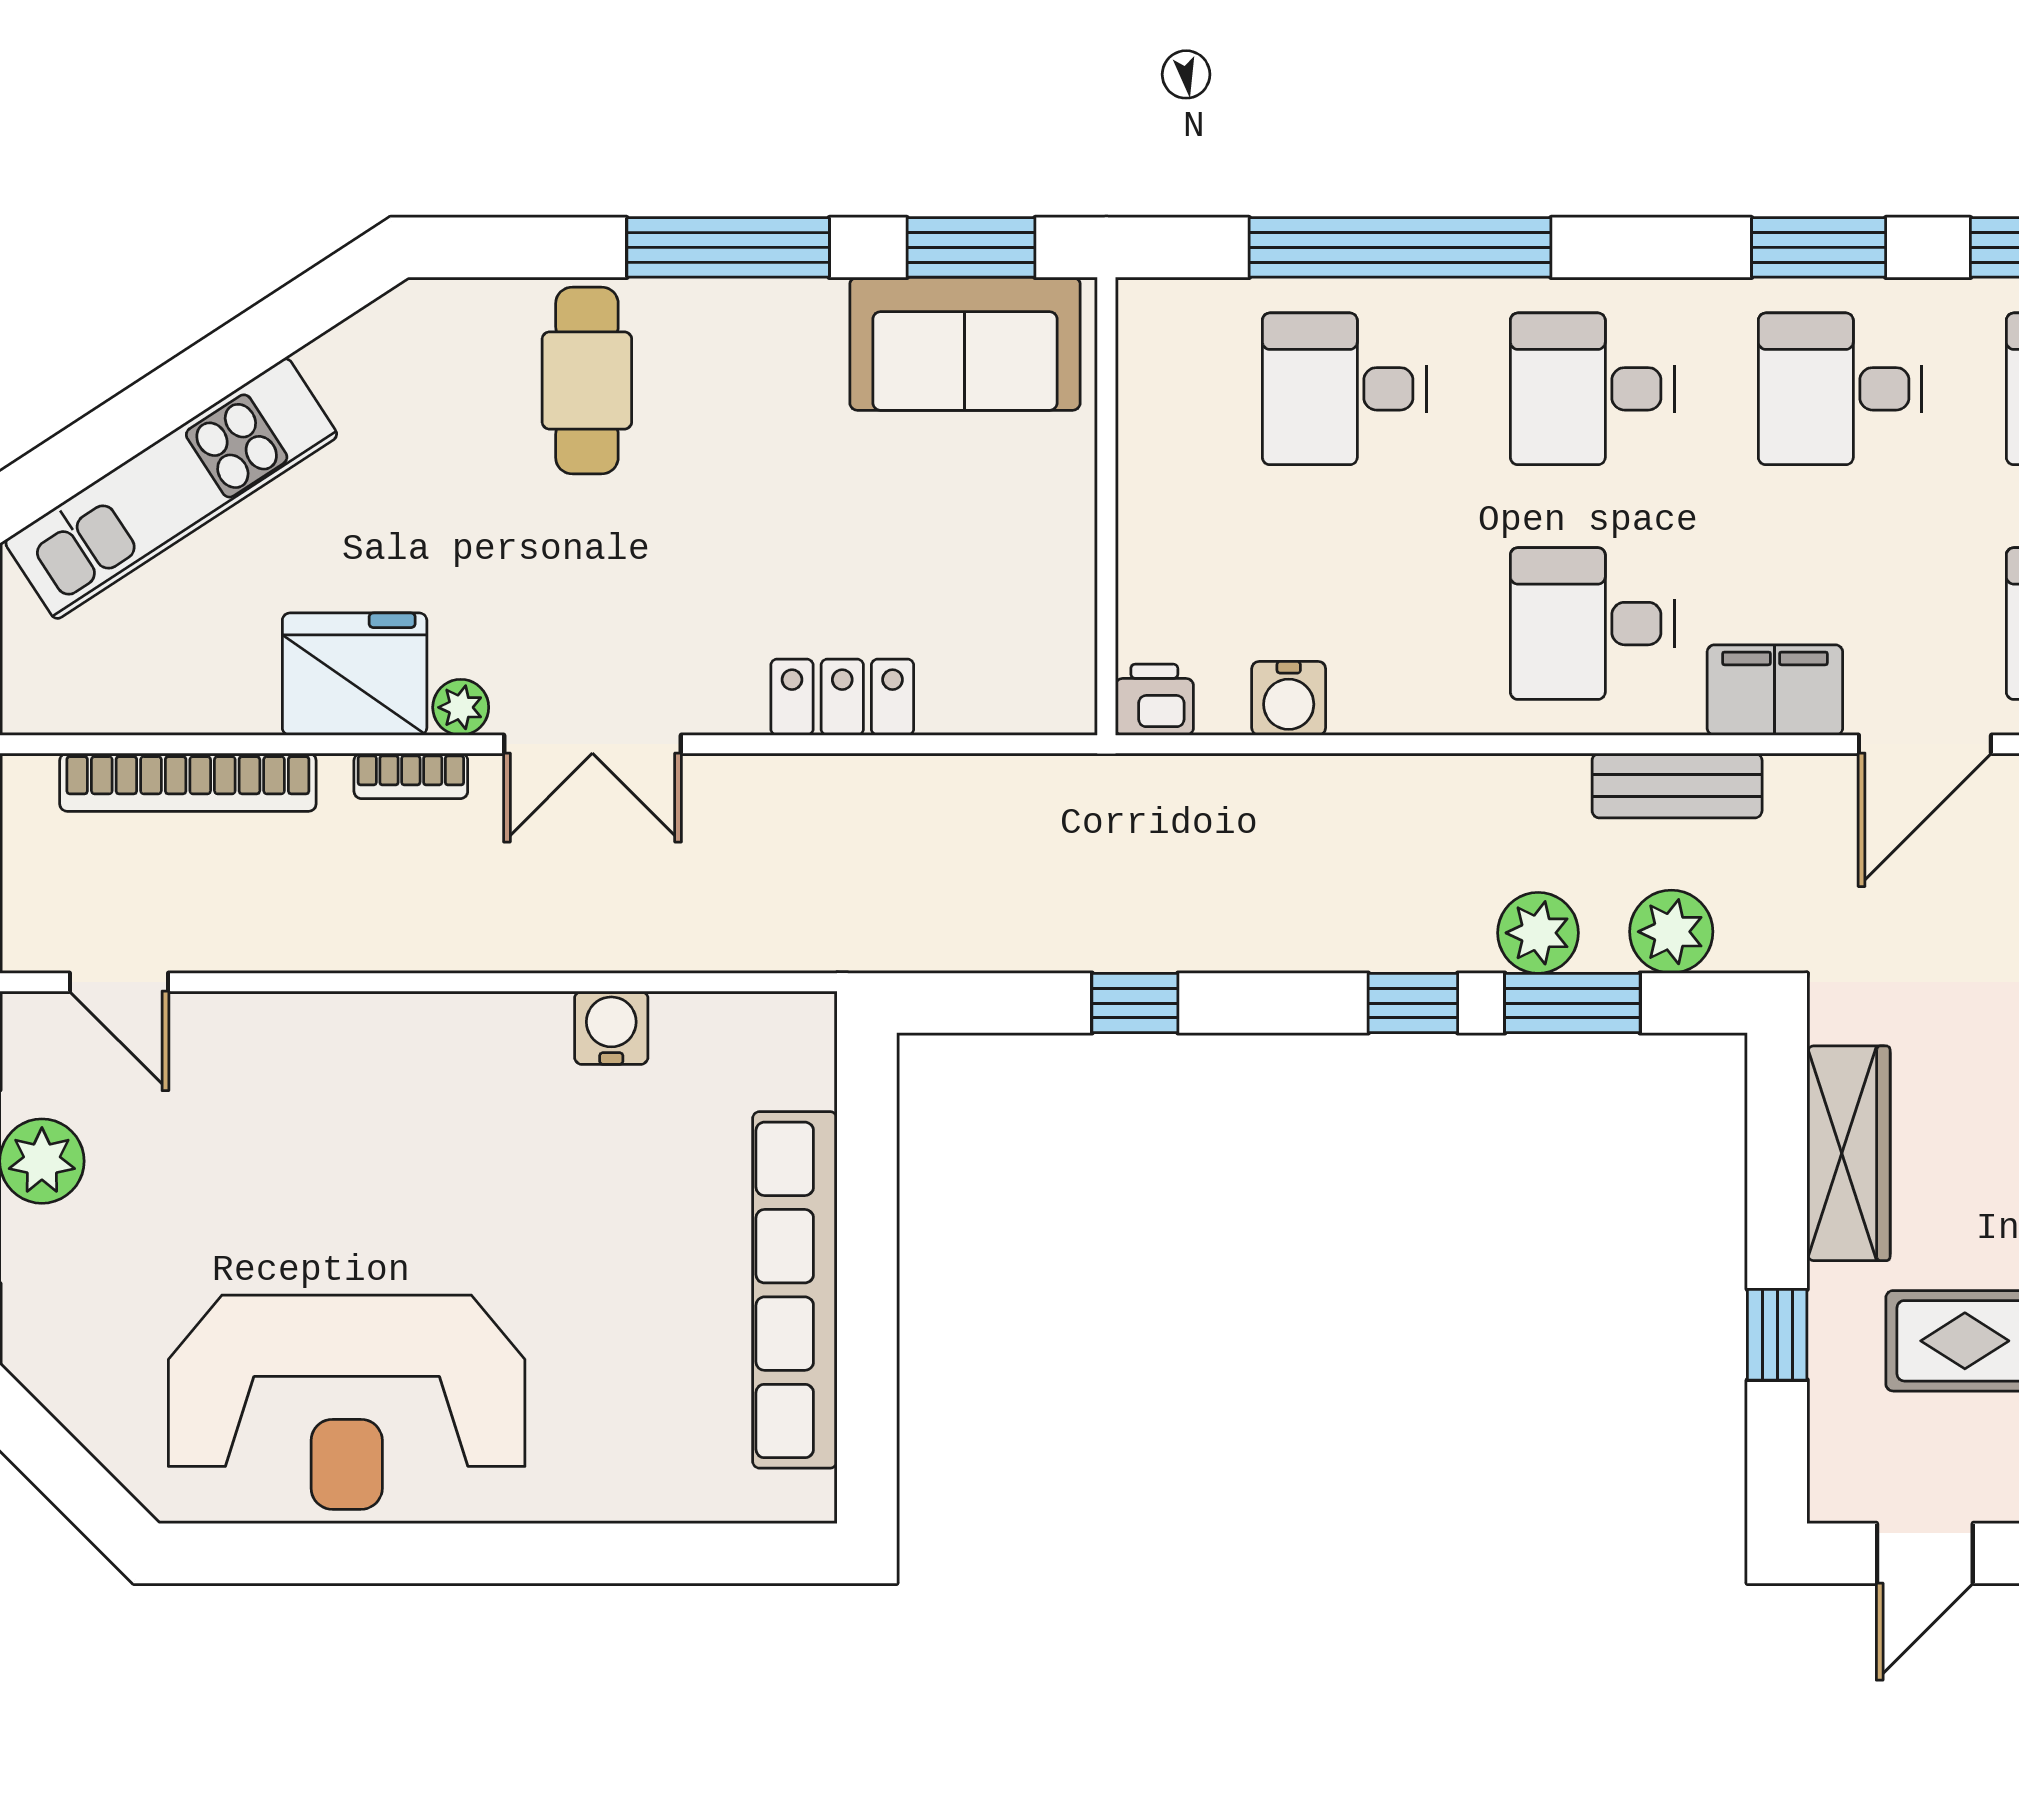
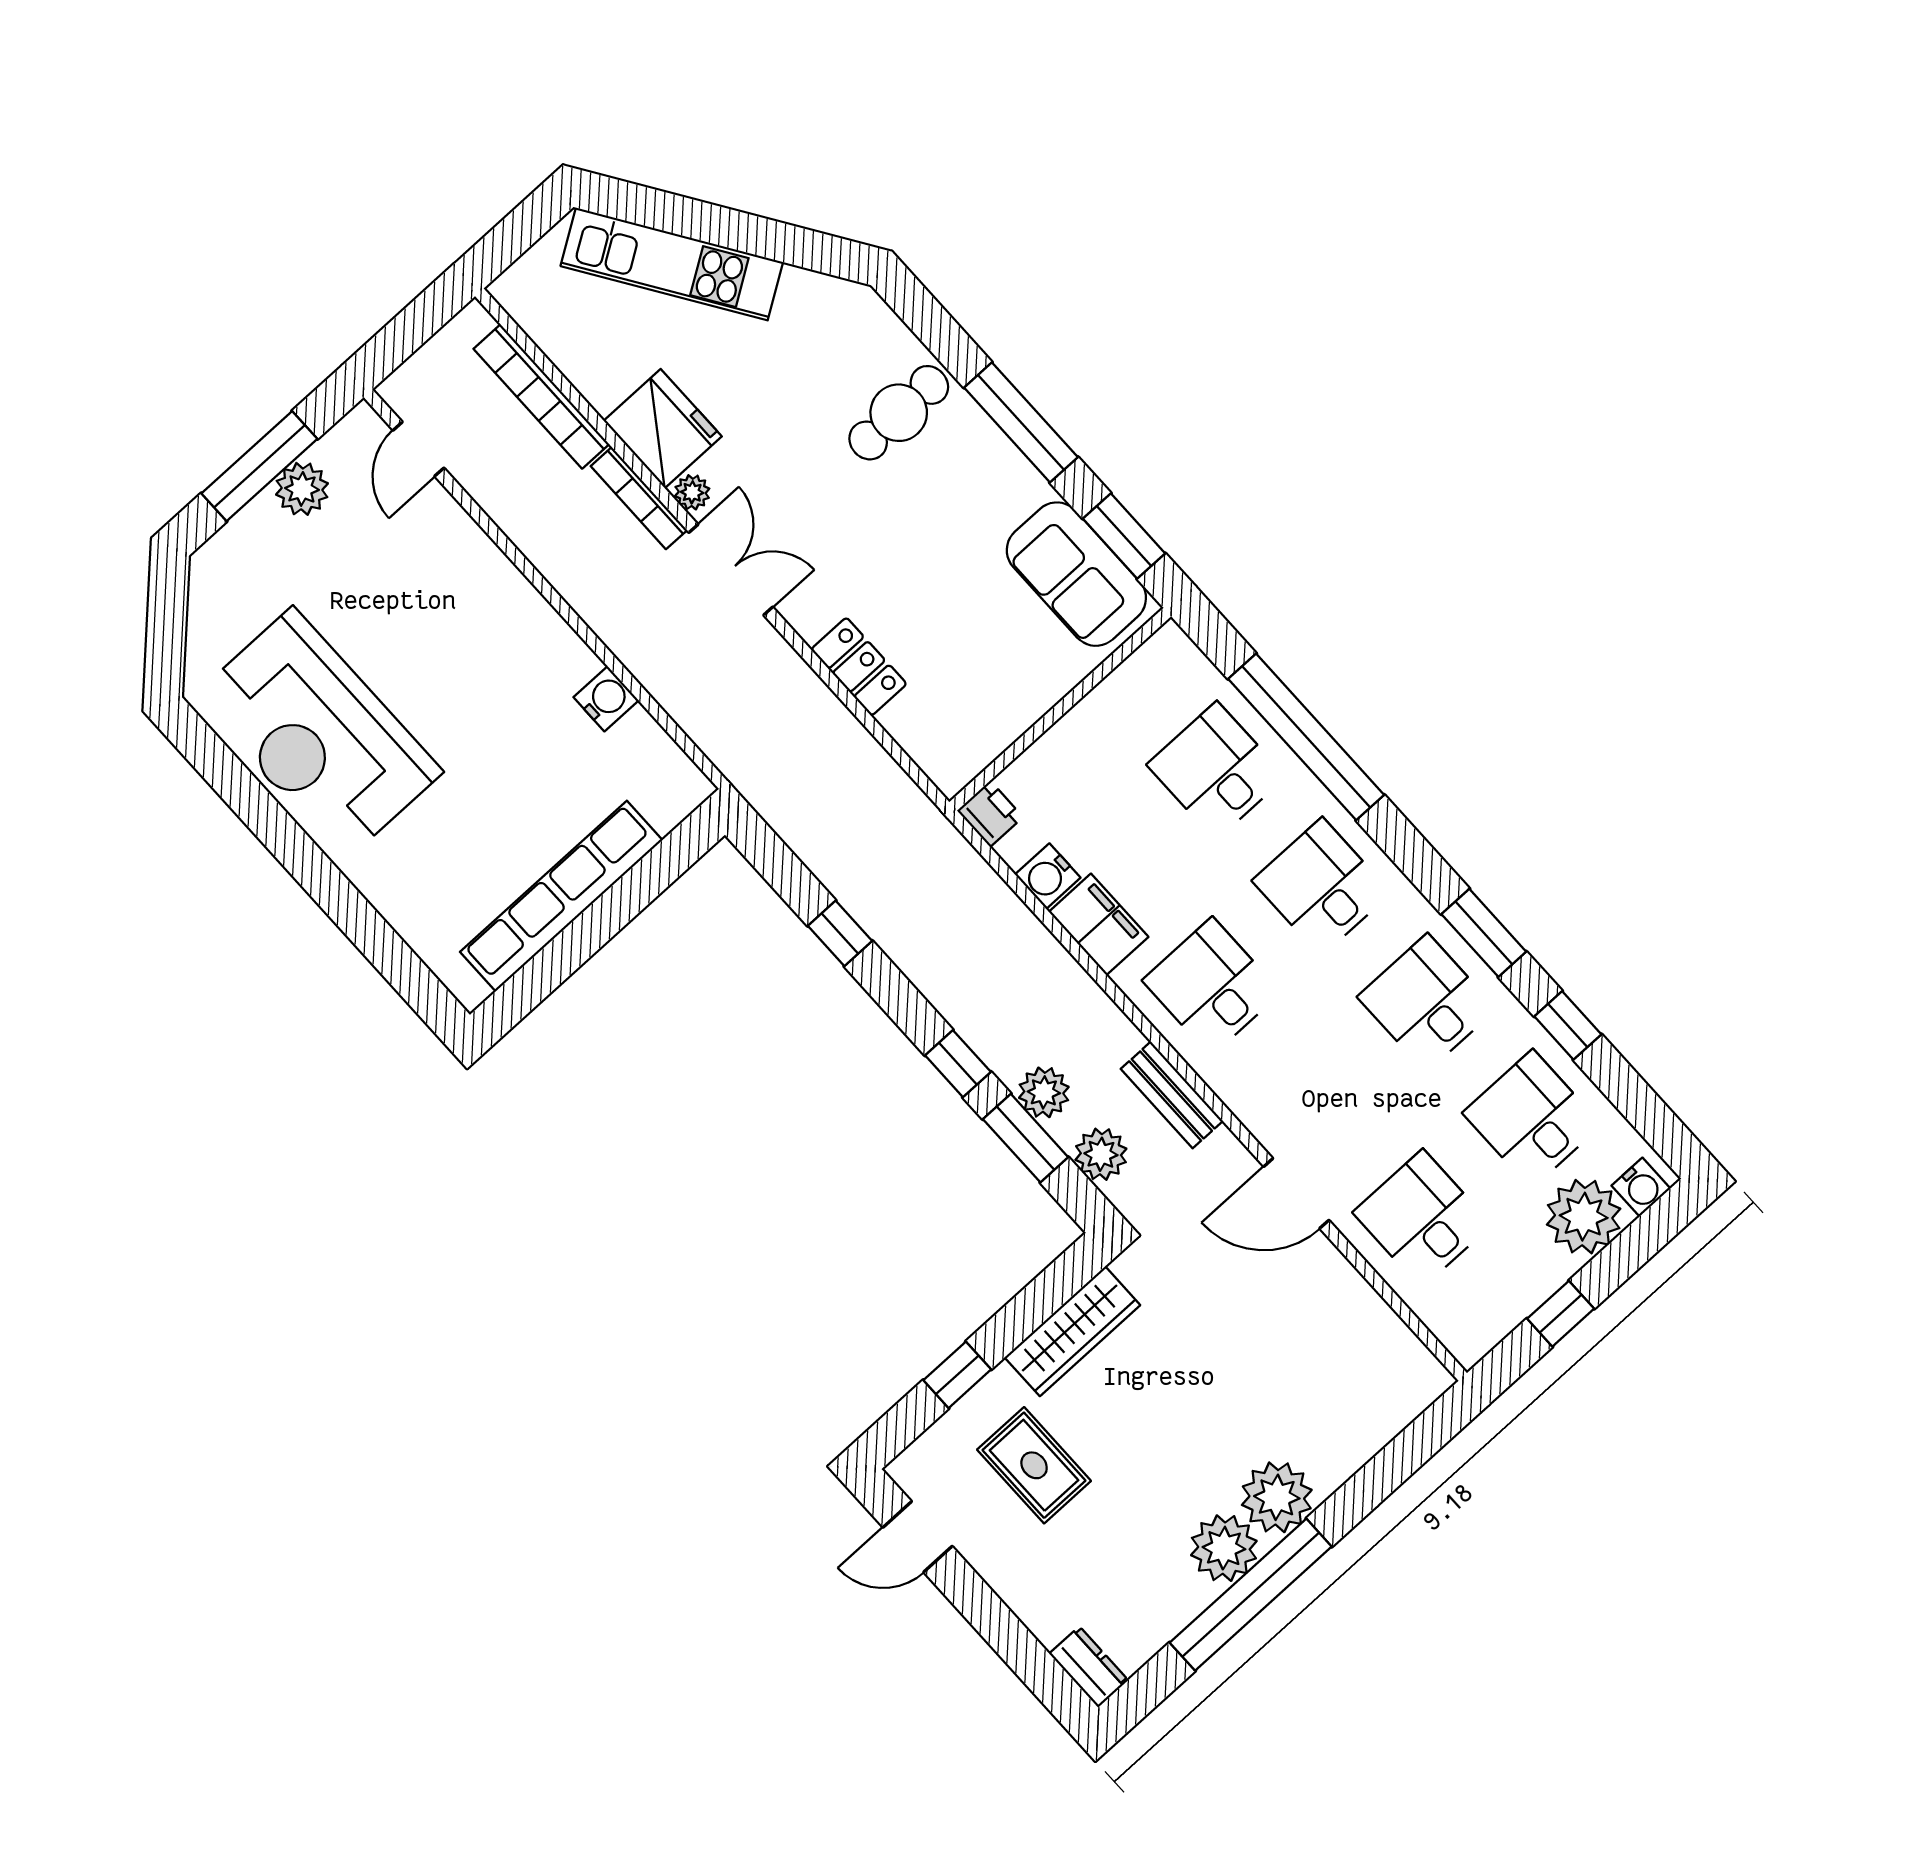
filing cabinet: (1775, 690) -> (1099, 924), moved
double door: (592, 744) -> (731, 570), swing flipped
bookcase: (411, 776) -> (639, 498), width x1.56

